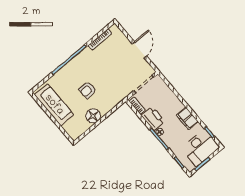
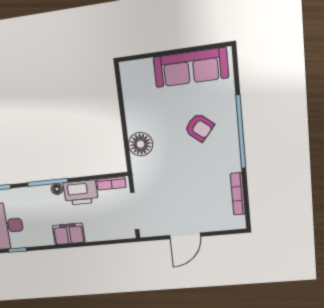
door: (139, 50) -> (185, 236), hinge flipped
armchair: (88, 90) -> (199, 127), moved, turned 130
floor lamp: (93, 116) -> (141, 144), moved
filing cabinet: (187, 118) -> (69, 234), moved

